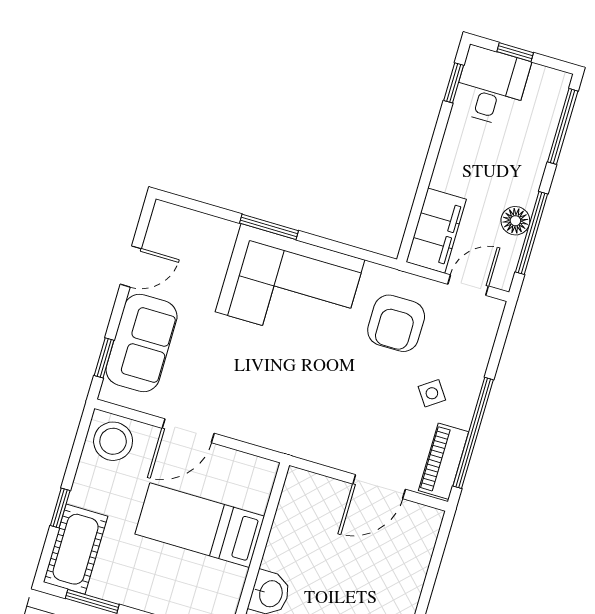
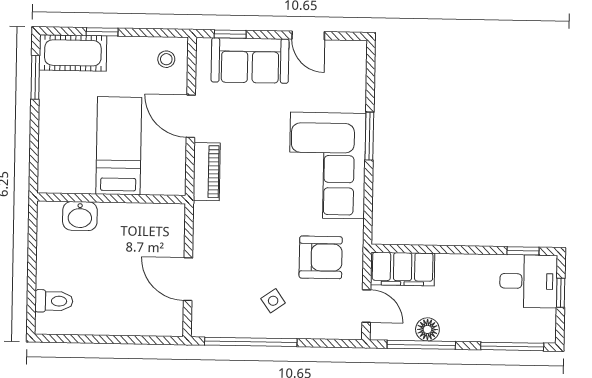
armchair: (396, 323) -> (321, 257), turned 180
stool: (113, 441) -> (166, 59), width x0.53, depth x0.53
piano: (444, 461) -> (207, 172), moved, turned 90

